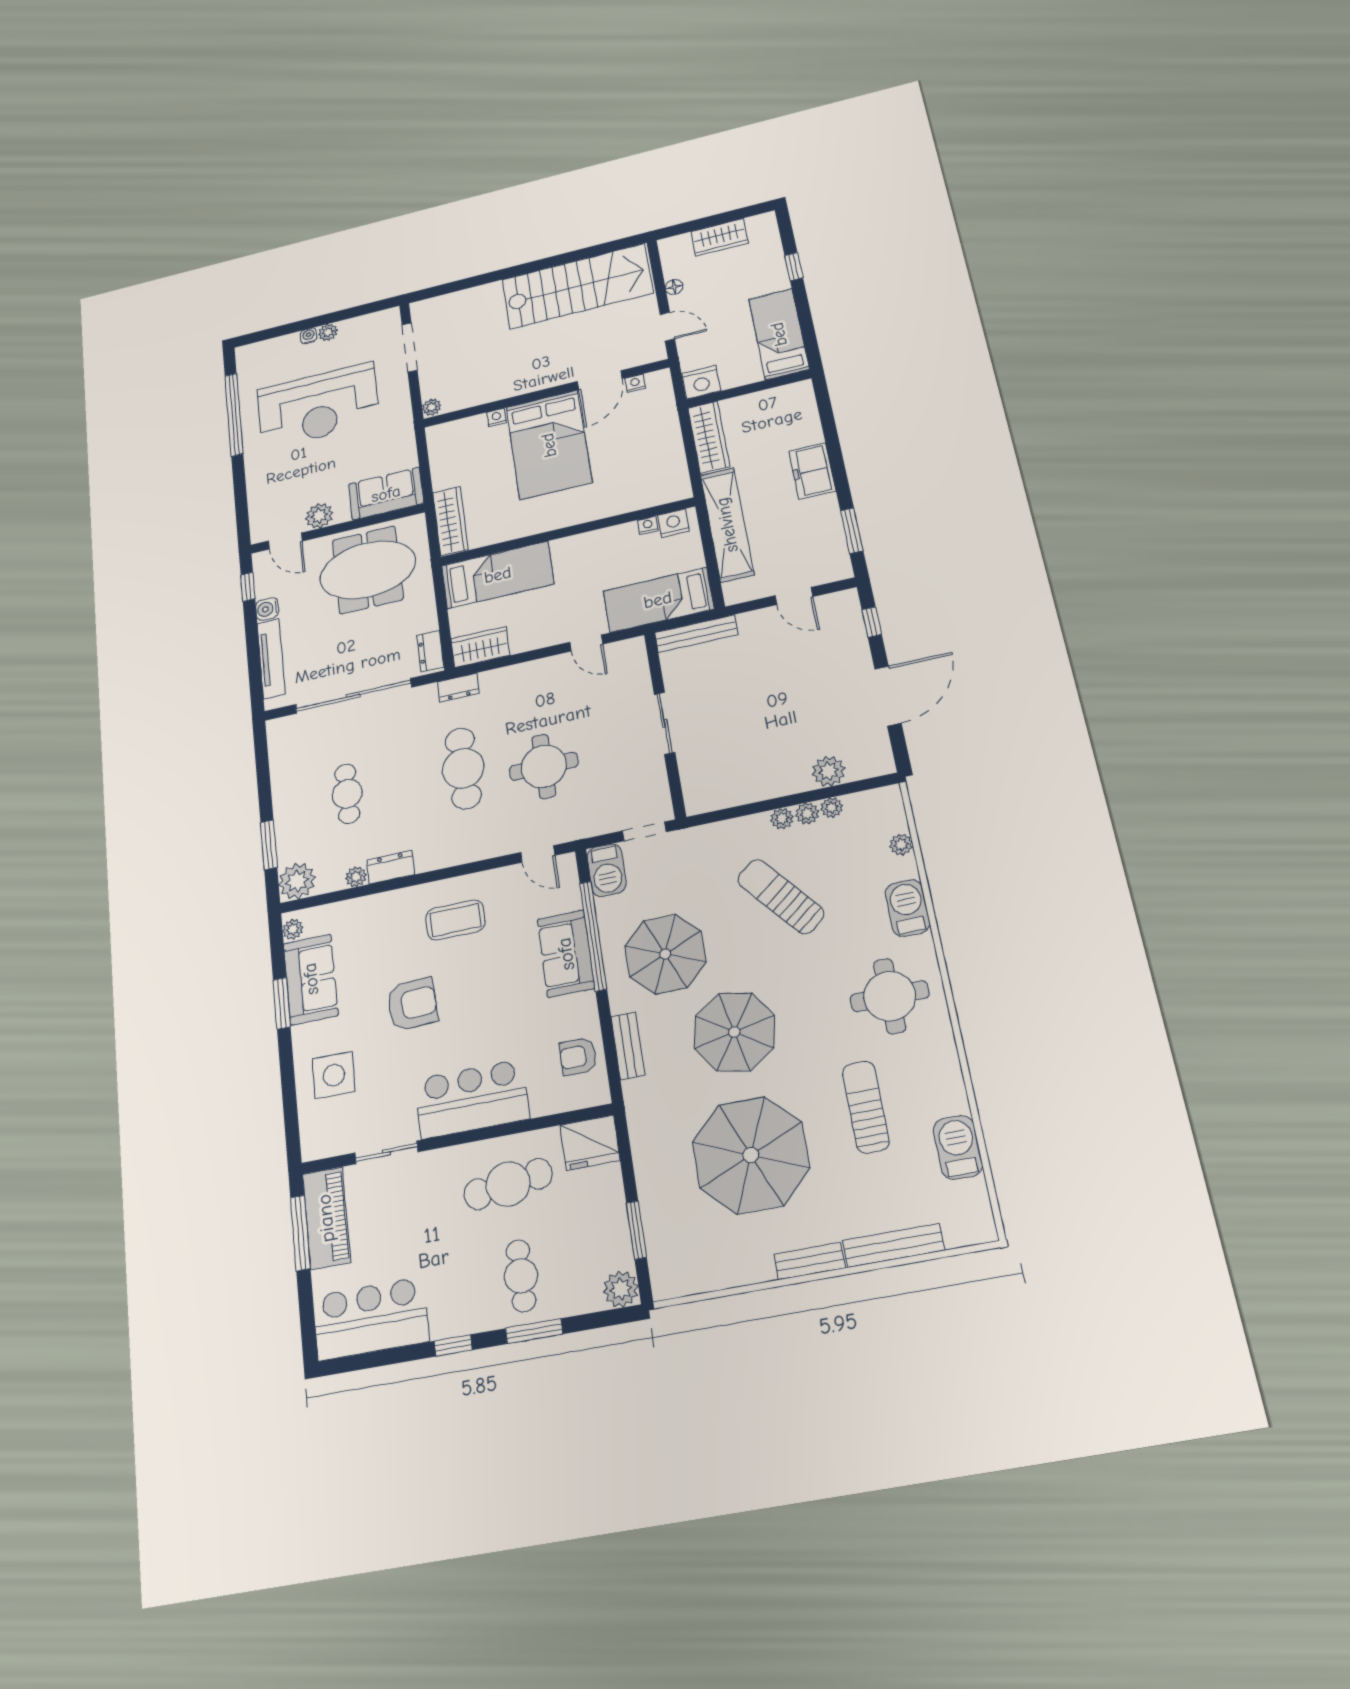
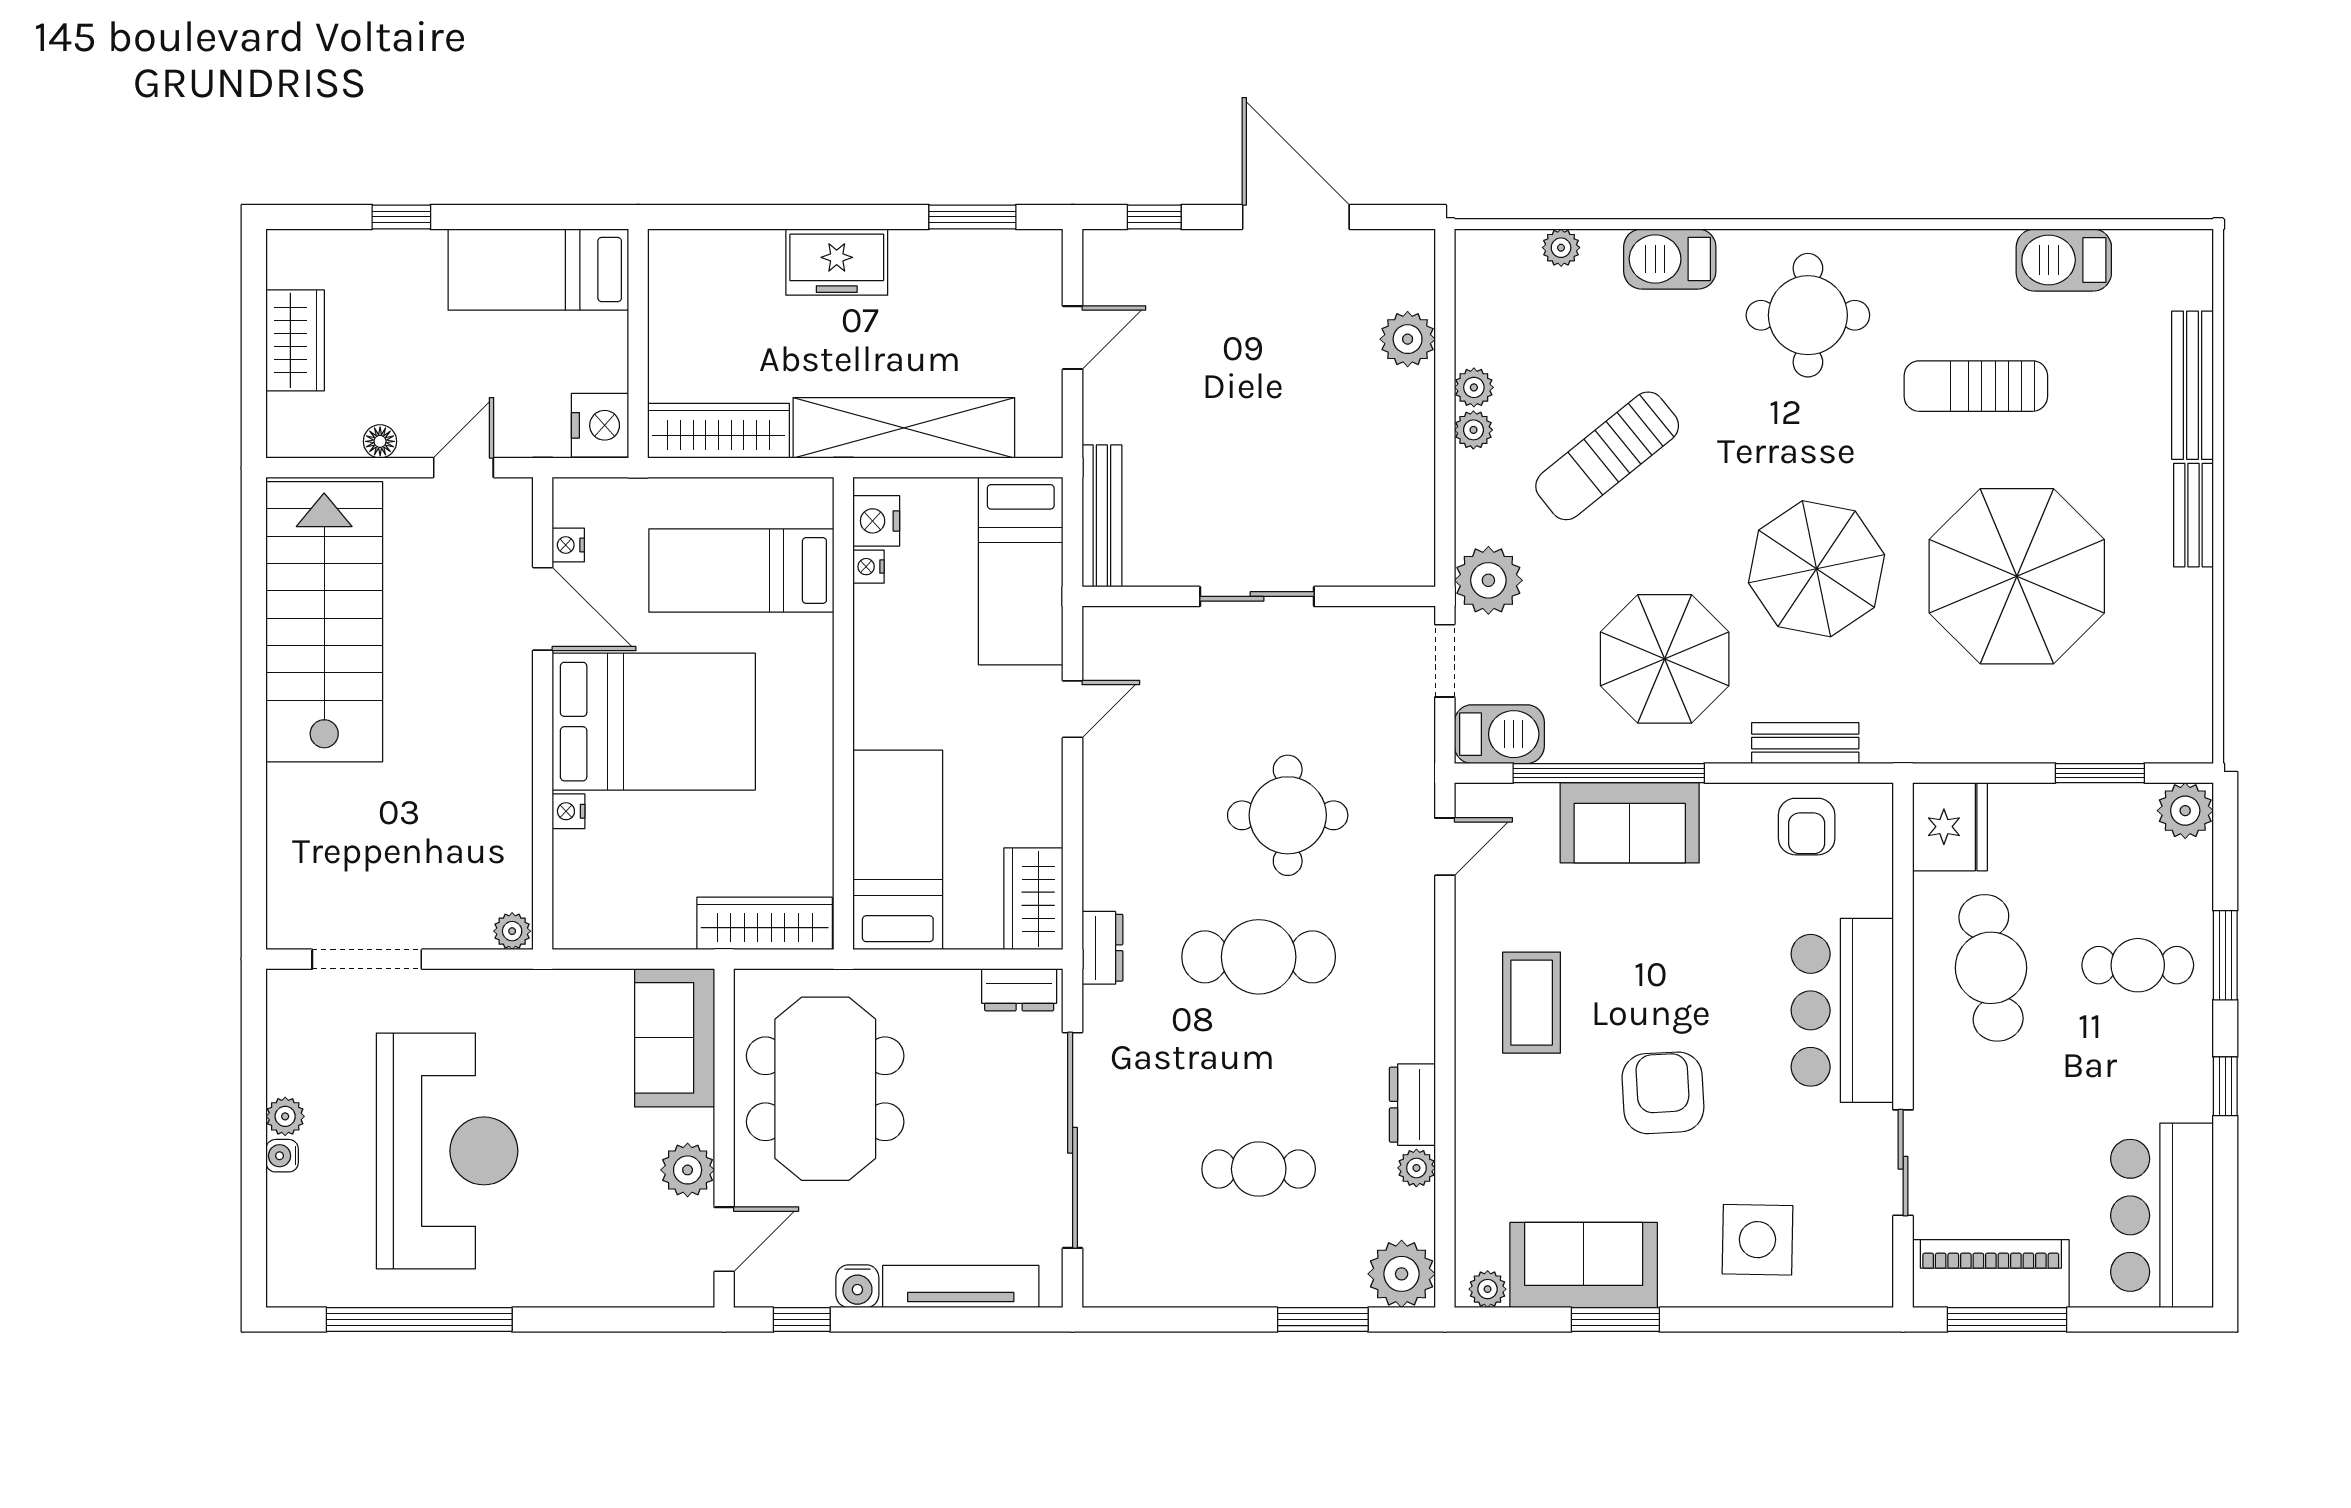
bed: (635, 466) -> (741, 570), added
plant: (832, 808) -> (1488, 580), moved, width x1.87, depth x1.87

